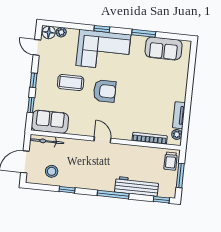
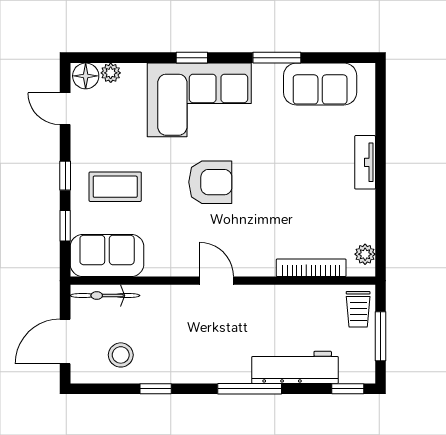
coffee table: (71, 83) -> (115, 187), moved
tv unit: (179, 115) -> (365, 162), moved

